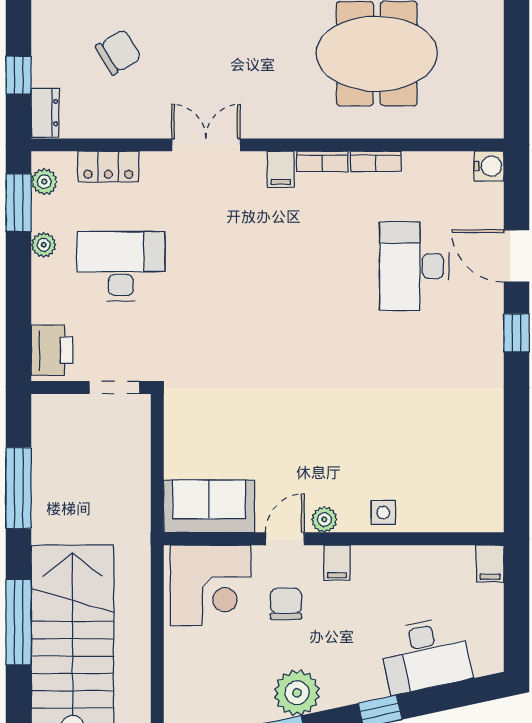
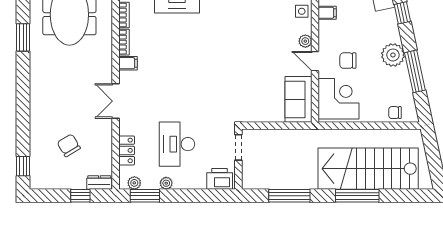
filing cabinet: (337, 563) -> (327, 13), moved
chair: (183, 697) -> (395, 113), added

